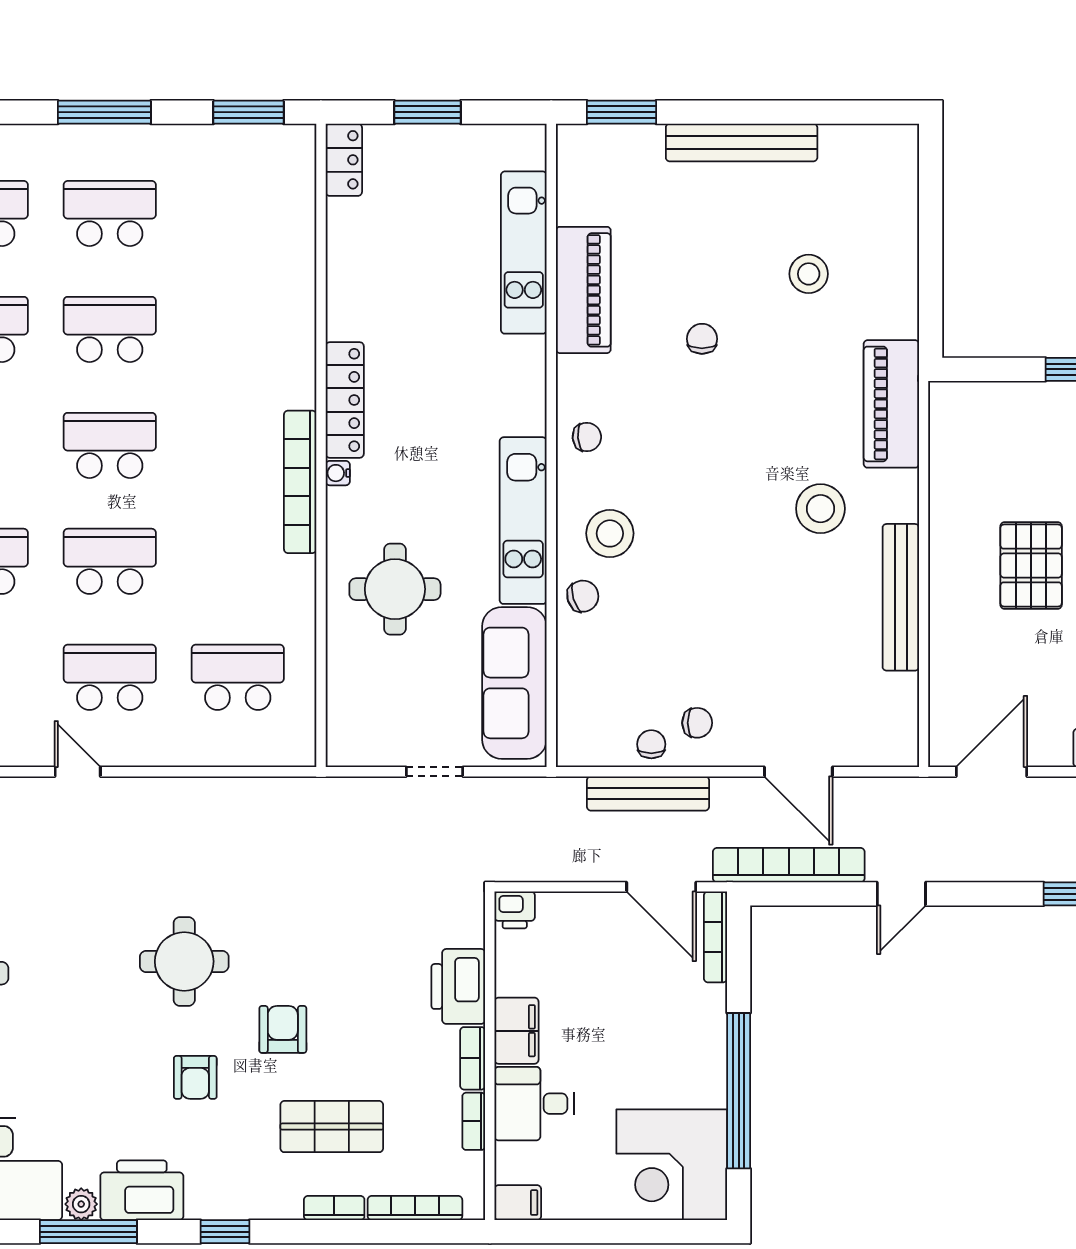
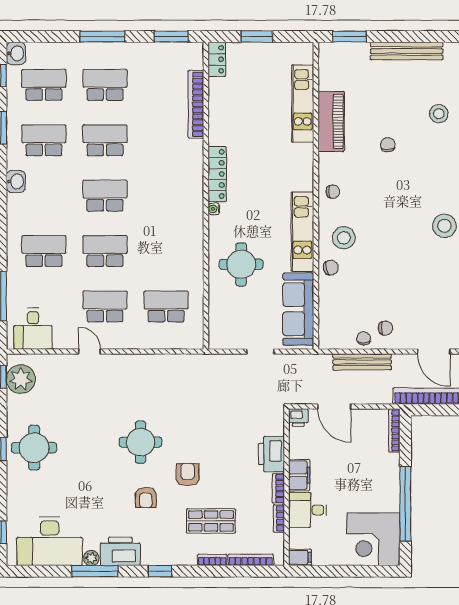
bookcase: (300, 482) -> (196, 104), moved
door: (661, 887) -> (334, 407), moved

